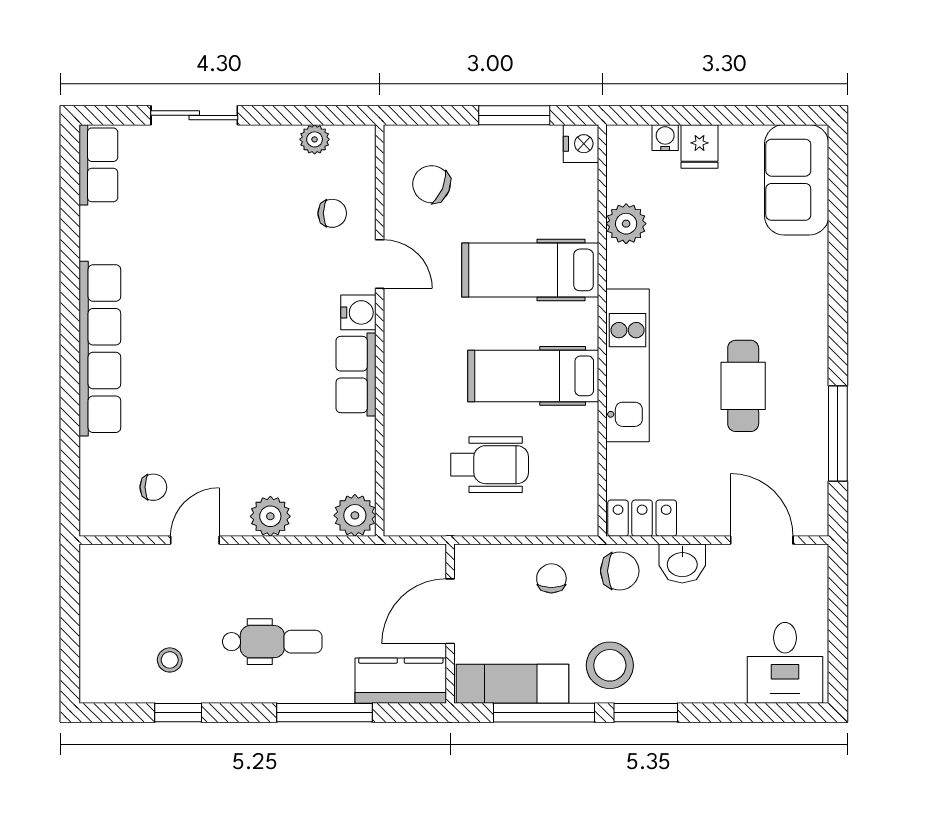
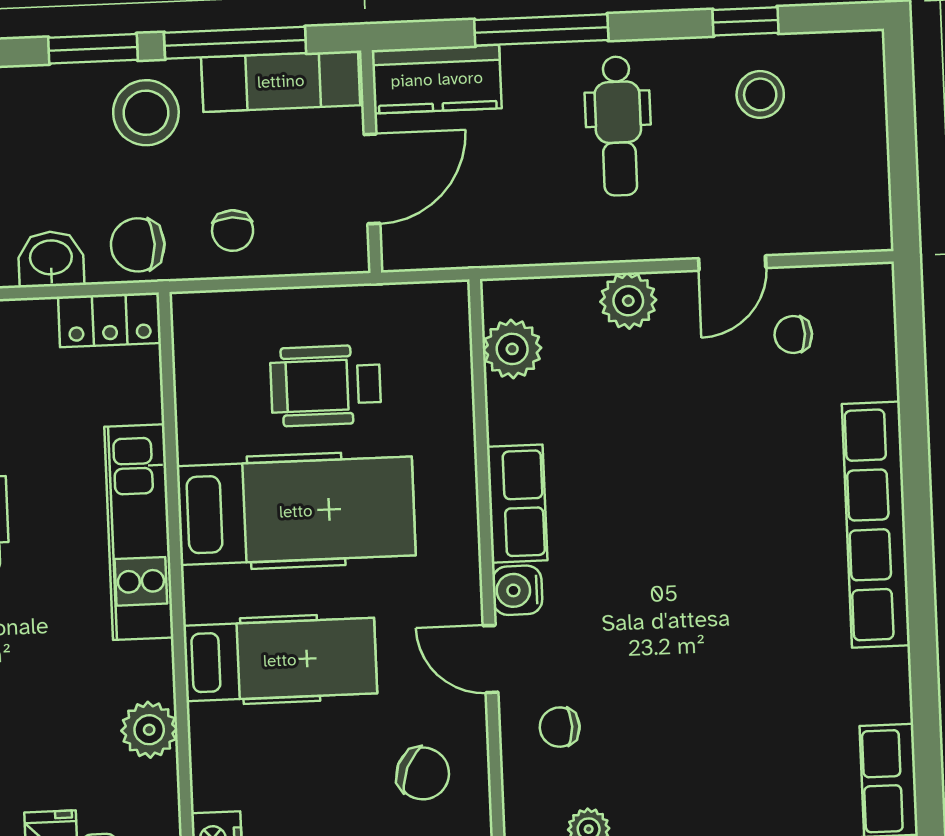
hospital bed: (533, 376) -> (296, 511), width x1.37, depth x1.29
plant: (355, 515) -> (512, 349), moved
dental chair: (272, 642) -> (618, 126), turned -90
stool: (170, 660) -> (760, 94), width x1.37, depth x1.37

